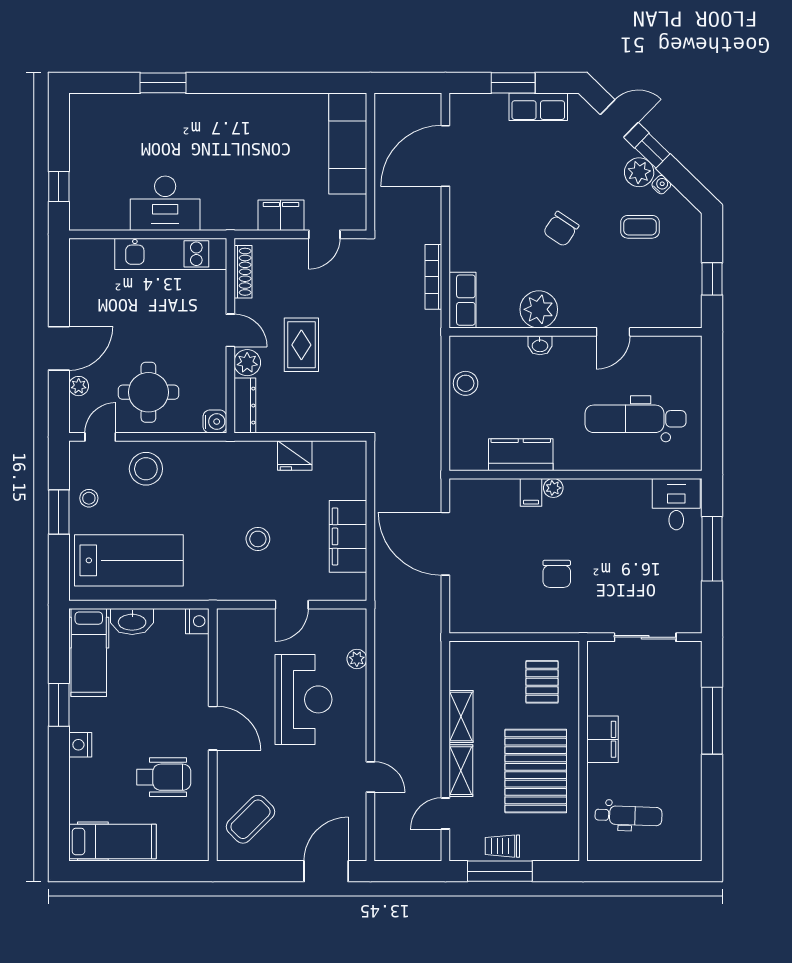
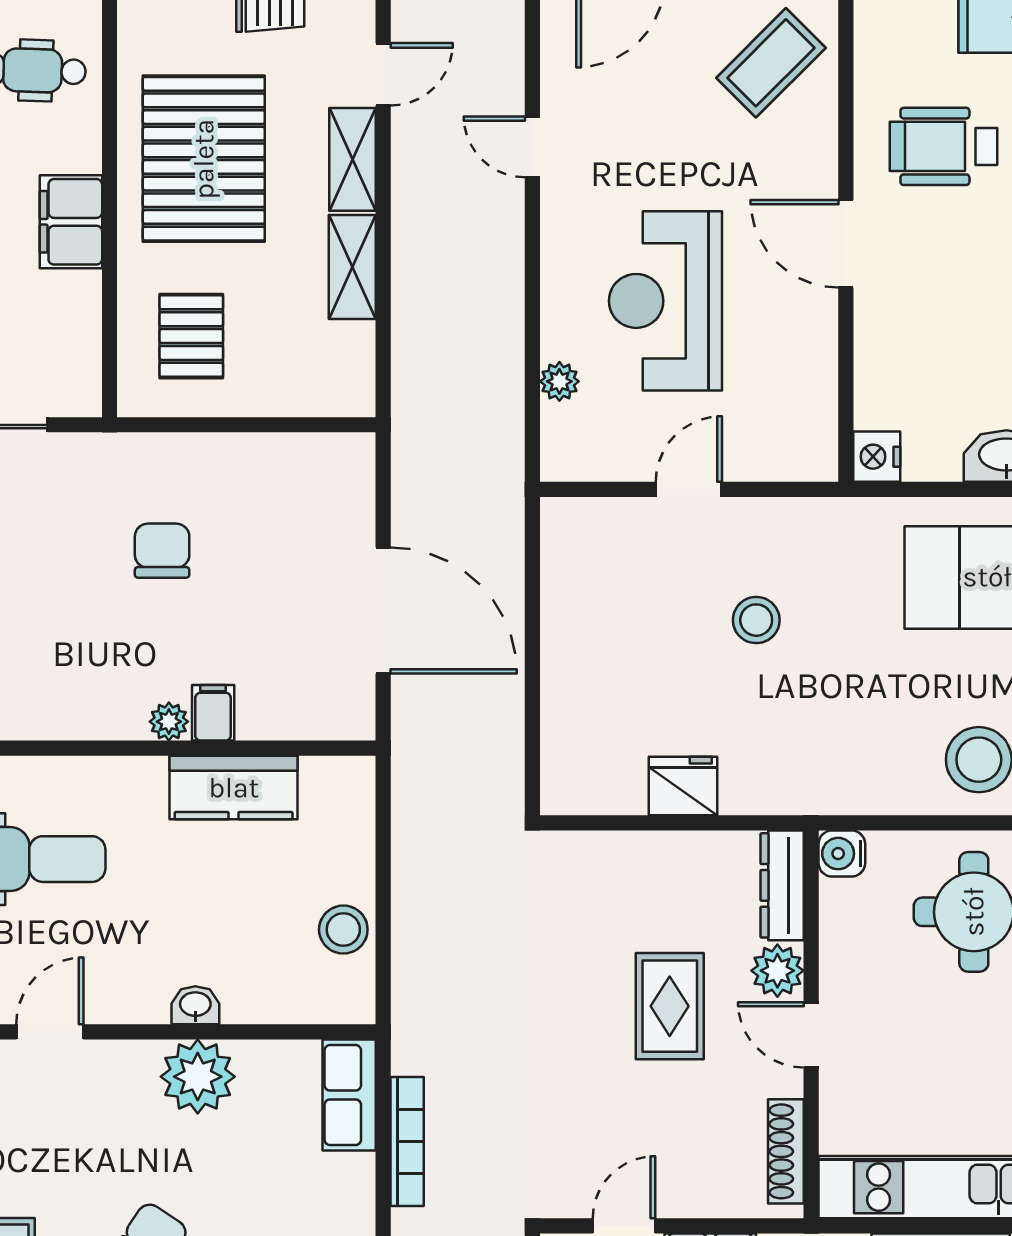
filing cabinet: (348, 536) -> (577, 625), removed

